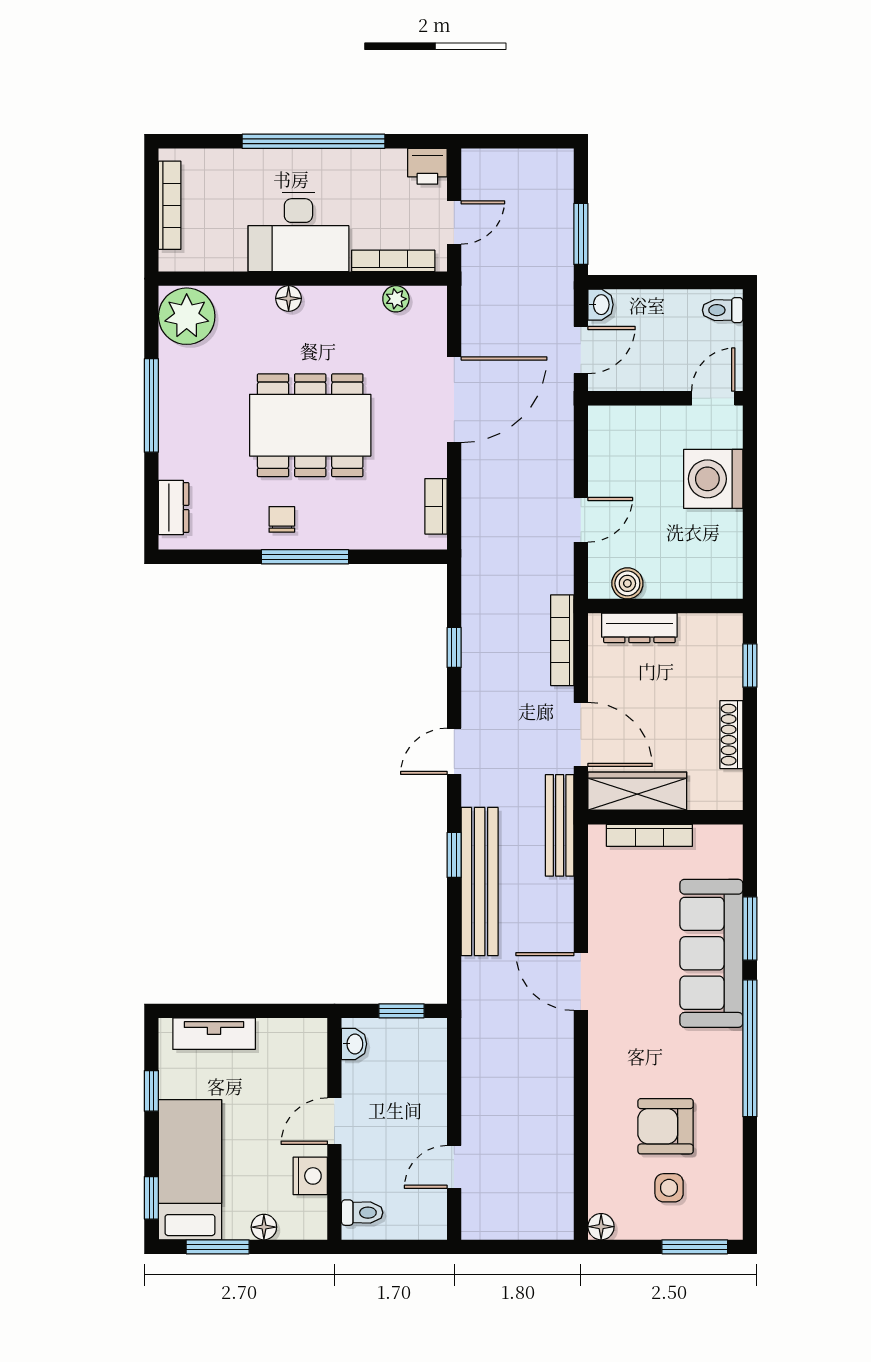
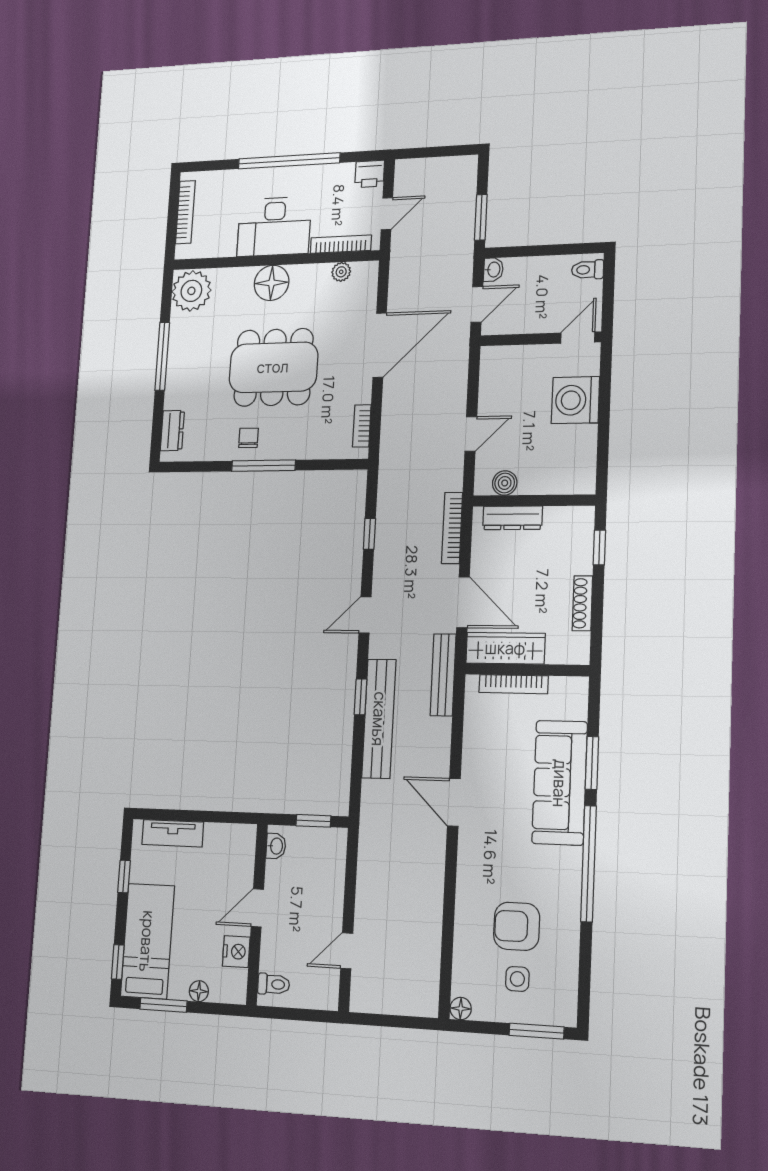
floor lamp: (289, 298) -> (271, 283), width x1.89, depth x1.89

